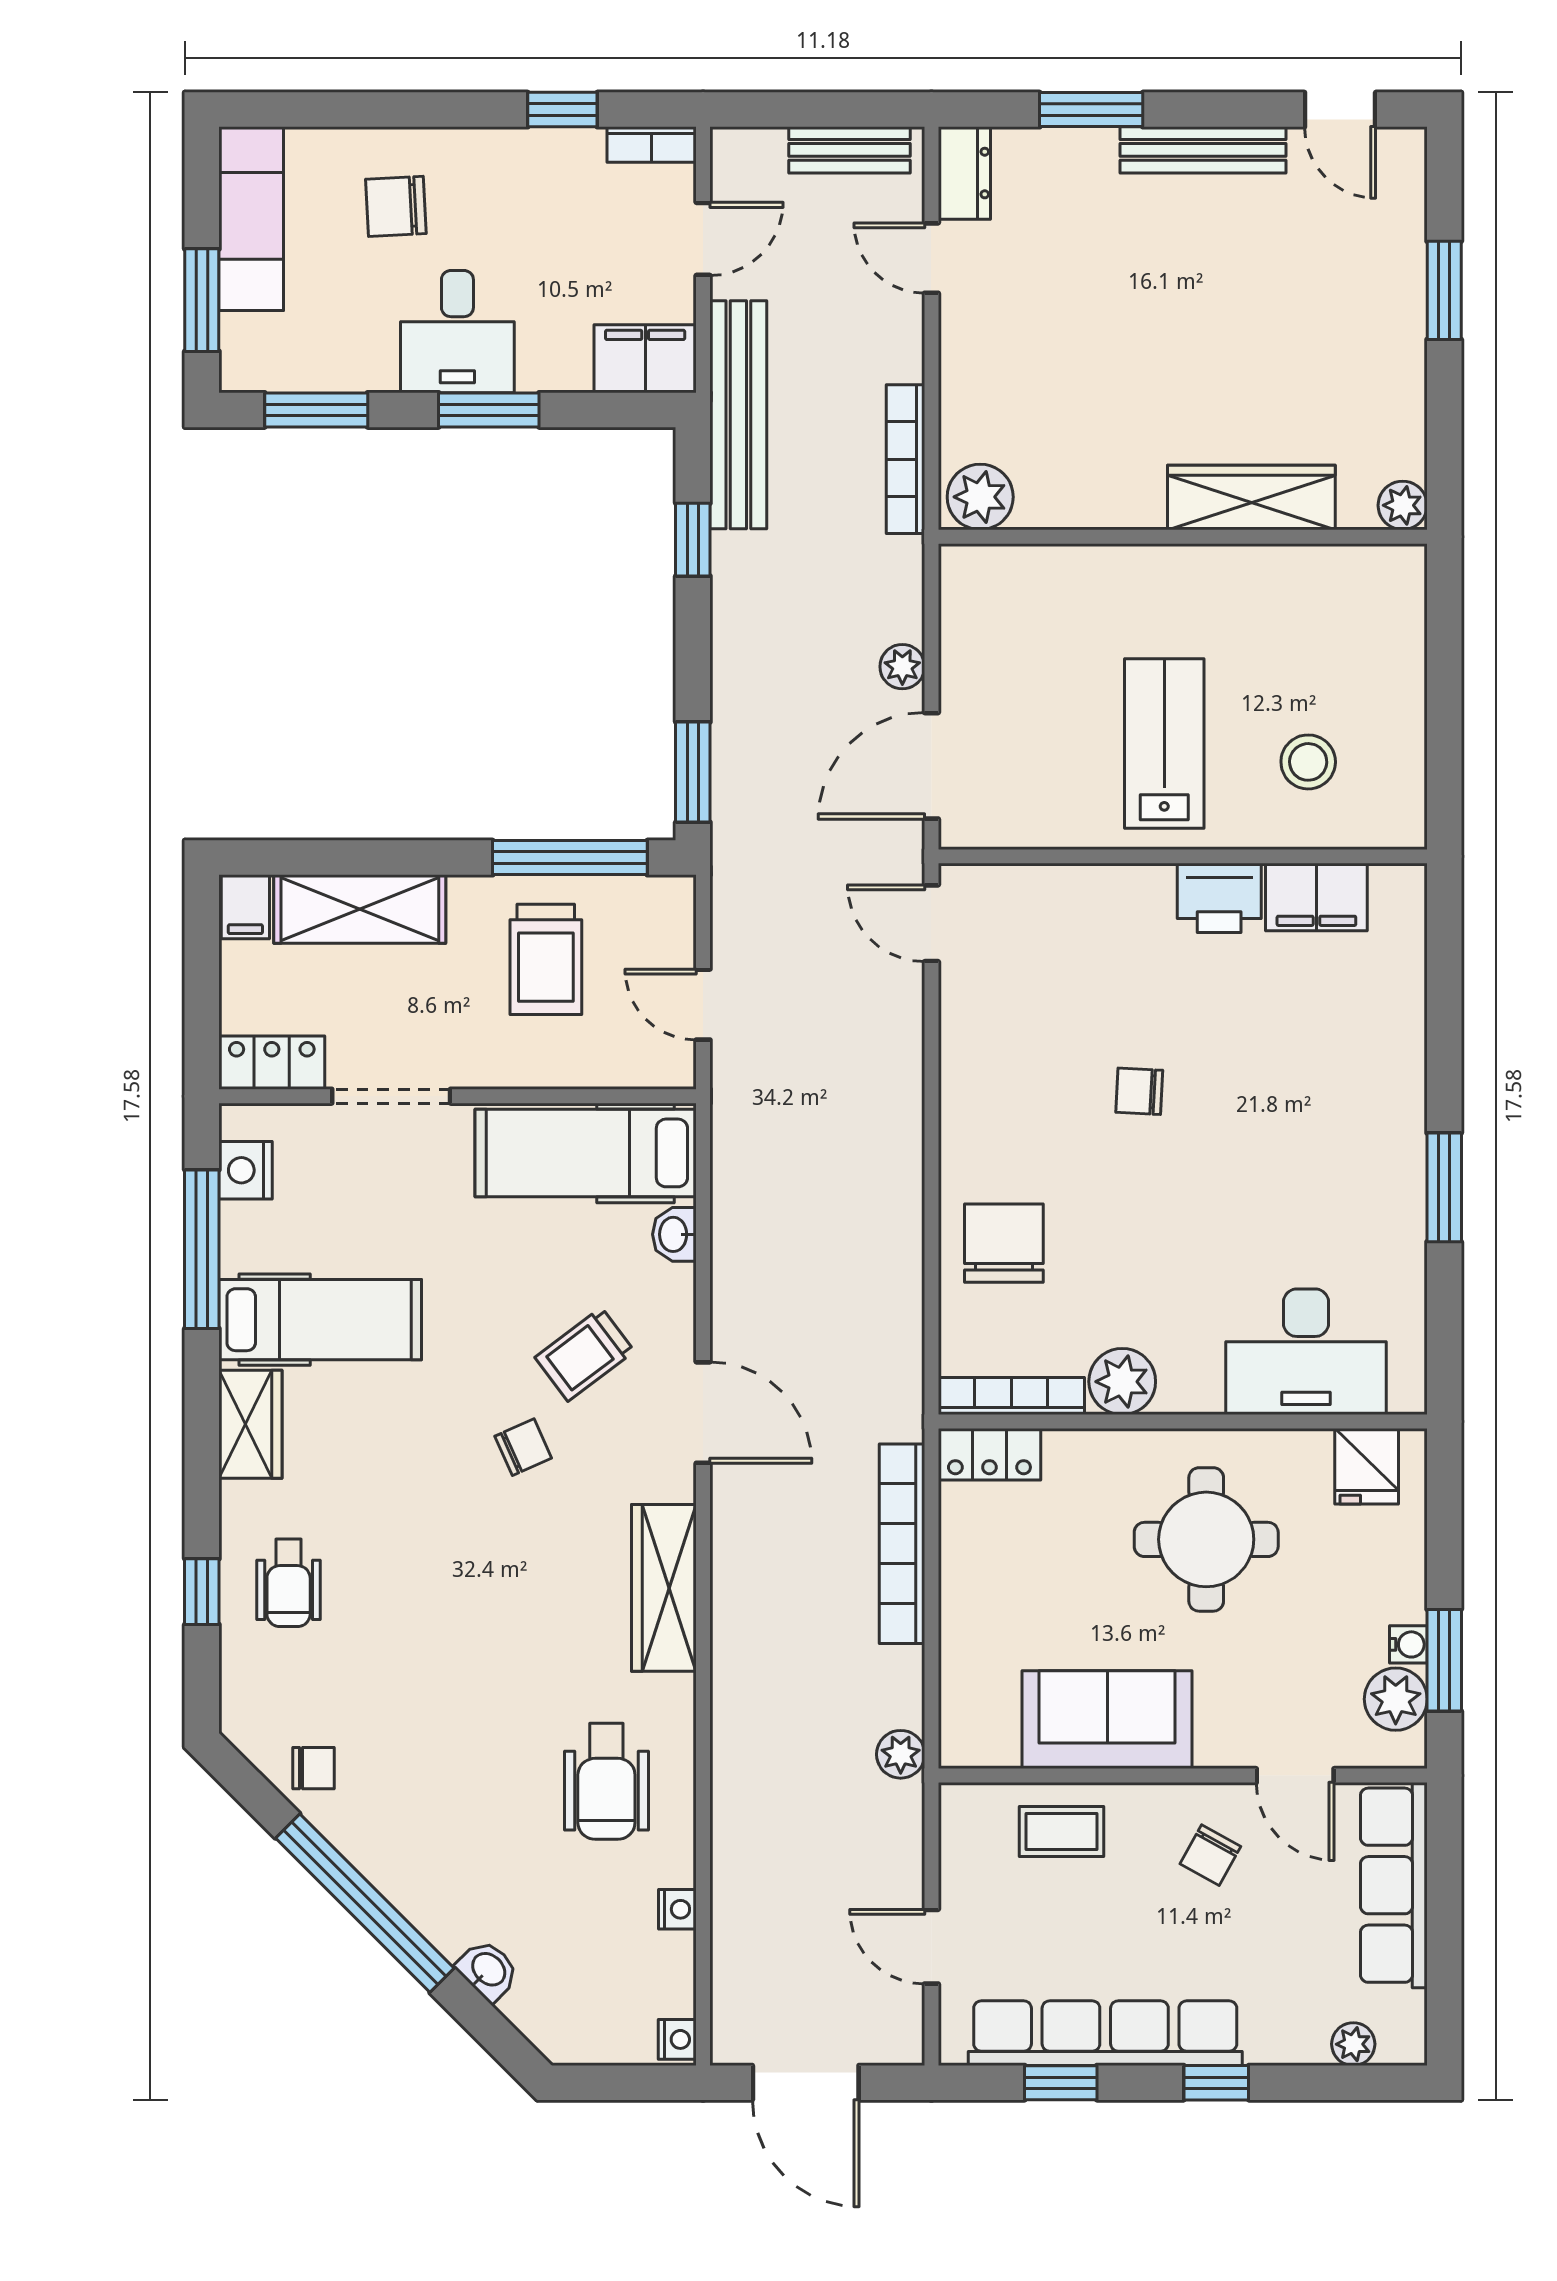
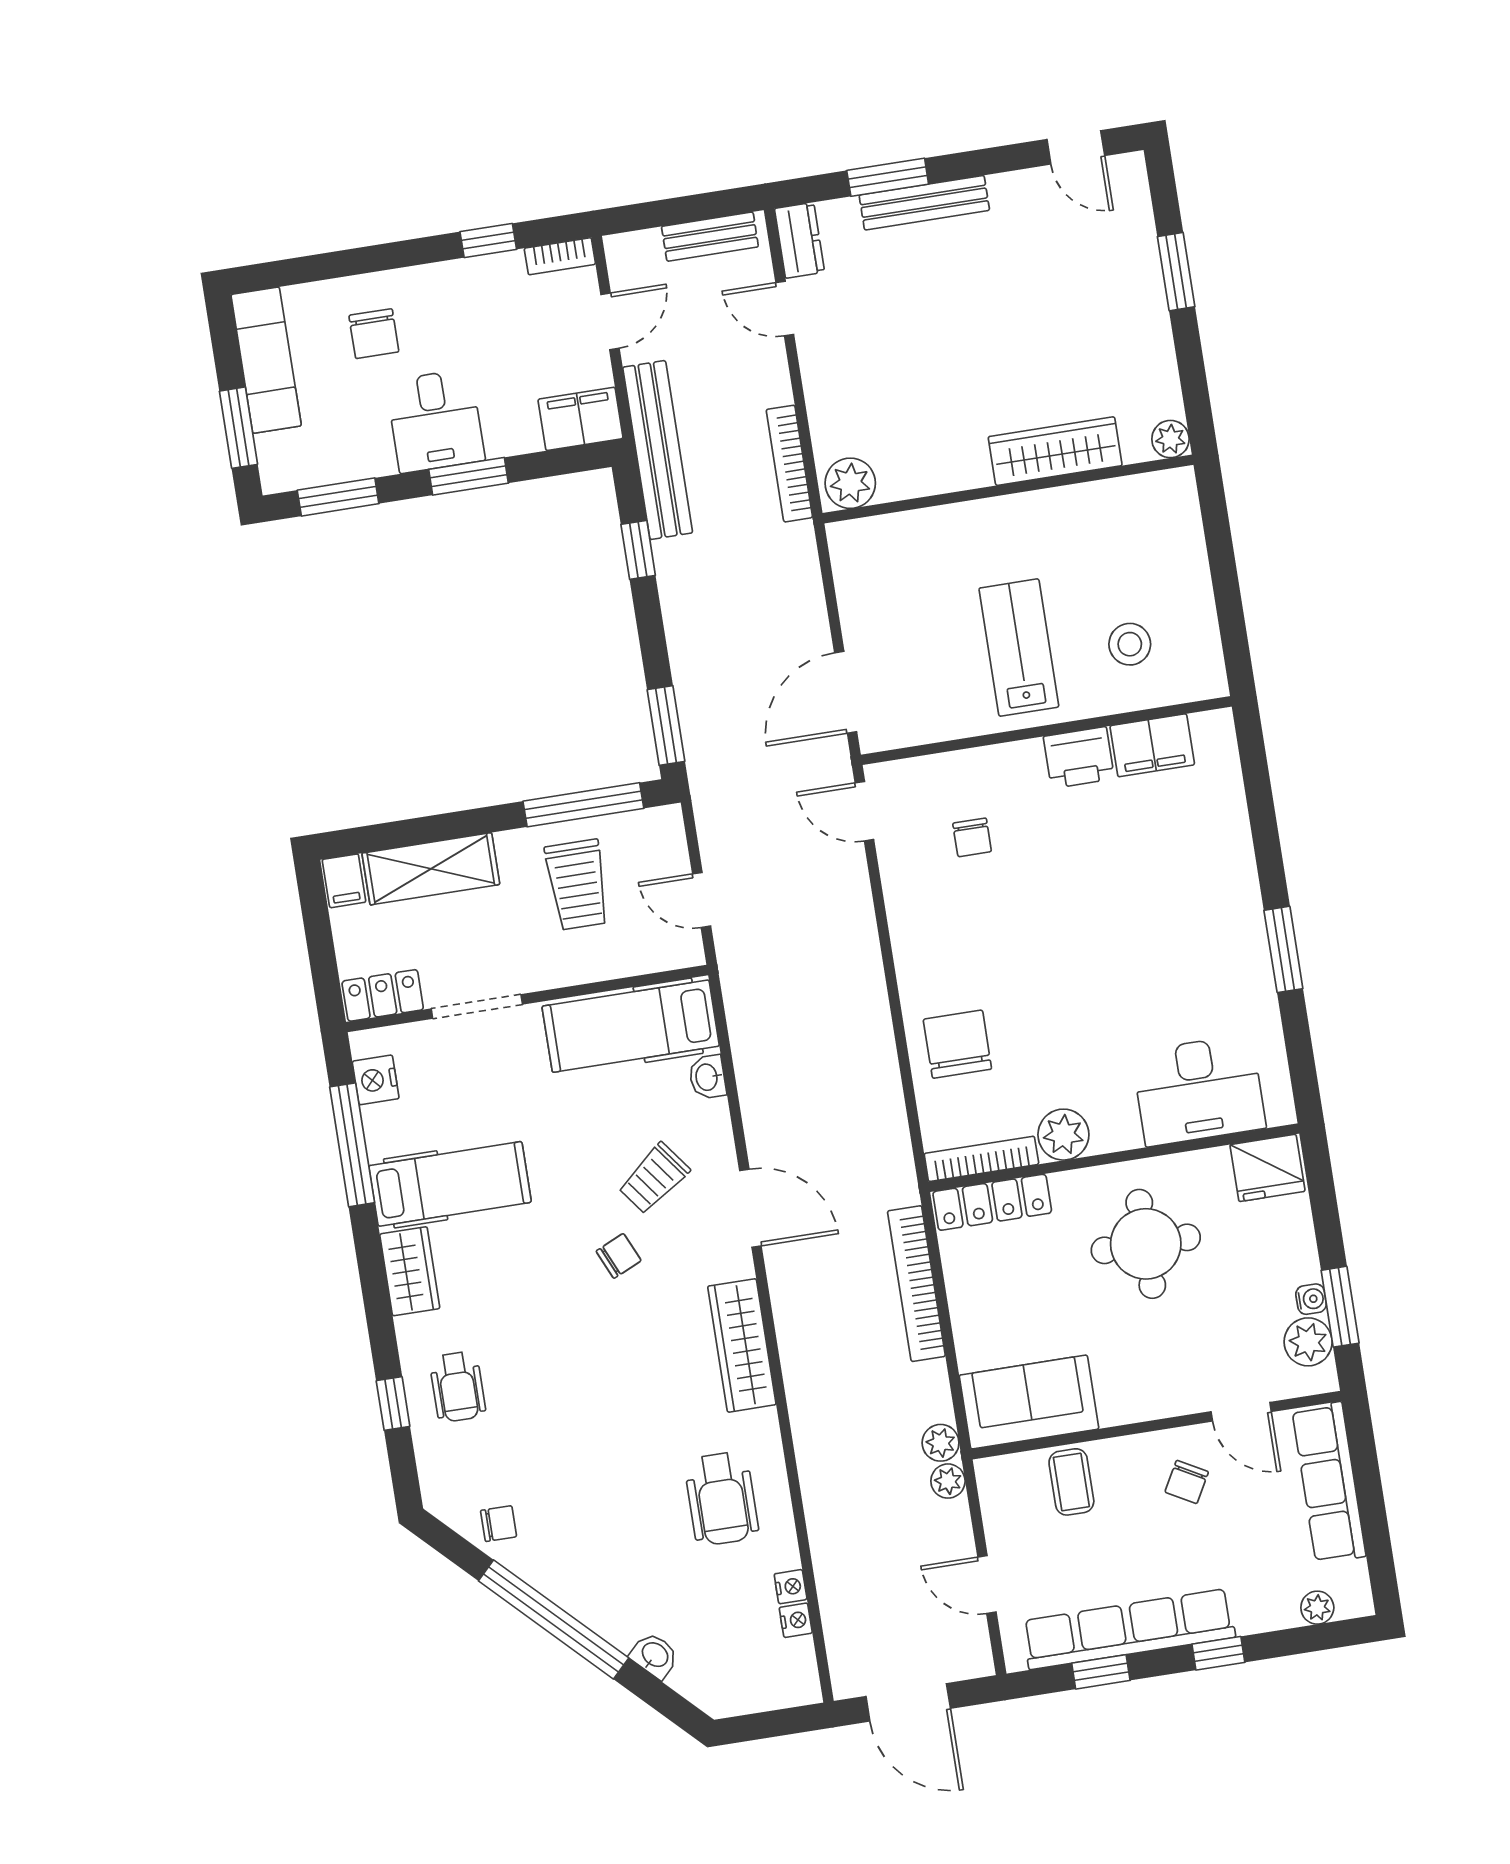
bench: (1203, 150) -> (924, 203), moved
chair: (396, 206) -> (374, 334), turned -87
plant: (902, 667) -> (948, 1481), moved
chair: (1139, 1091) -> (972, 837), moved, turned -93
locker: (989, 1454) -> (992, 1202), width x1.53
fridge: (1367, 1466) -> (1268, 1168), width x1.38
sofa: (1107, 1720) -> (1029, 1402), moved
coffee table: (1062, 1832) -> (1071, 1482), turned 90
nightstand: (677, 2039) -> (796, 1620), moved

